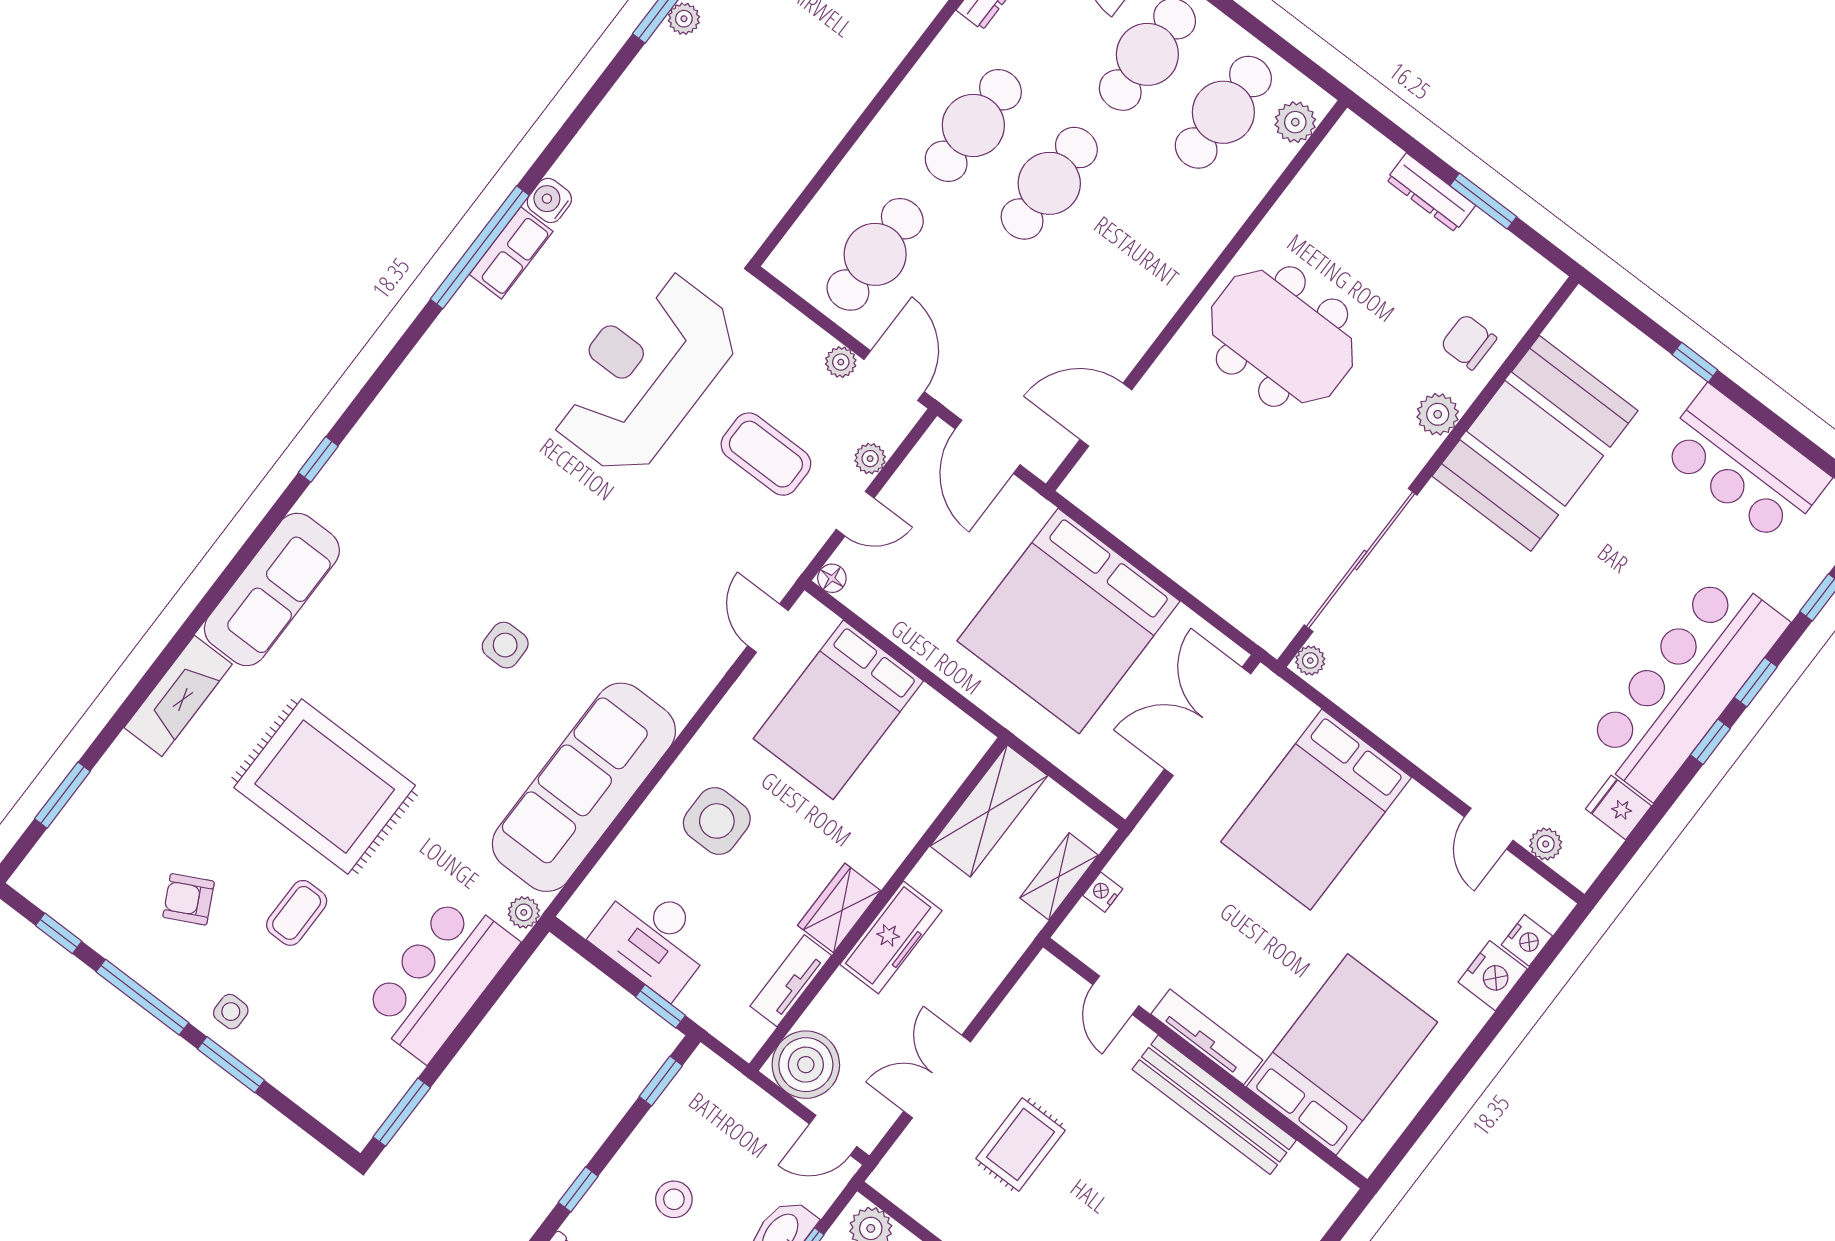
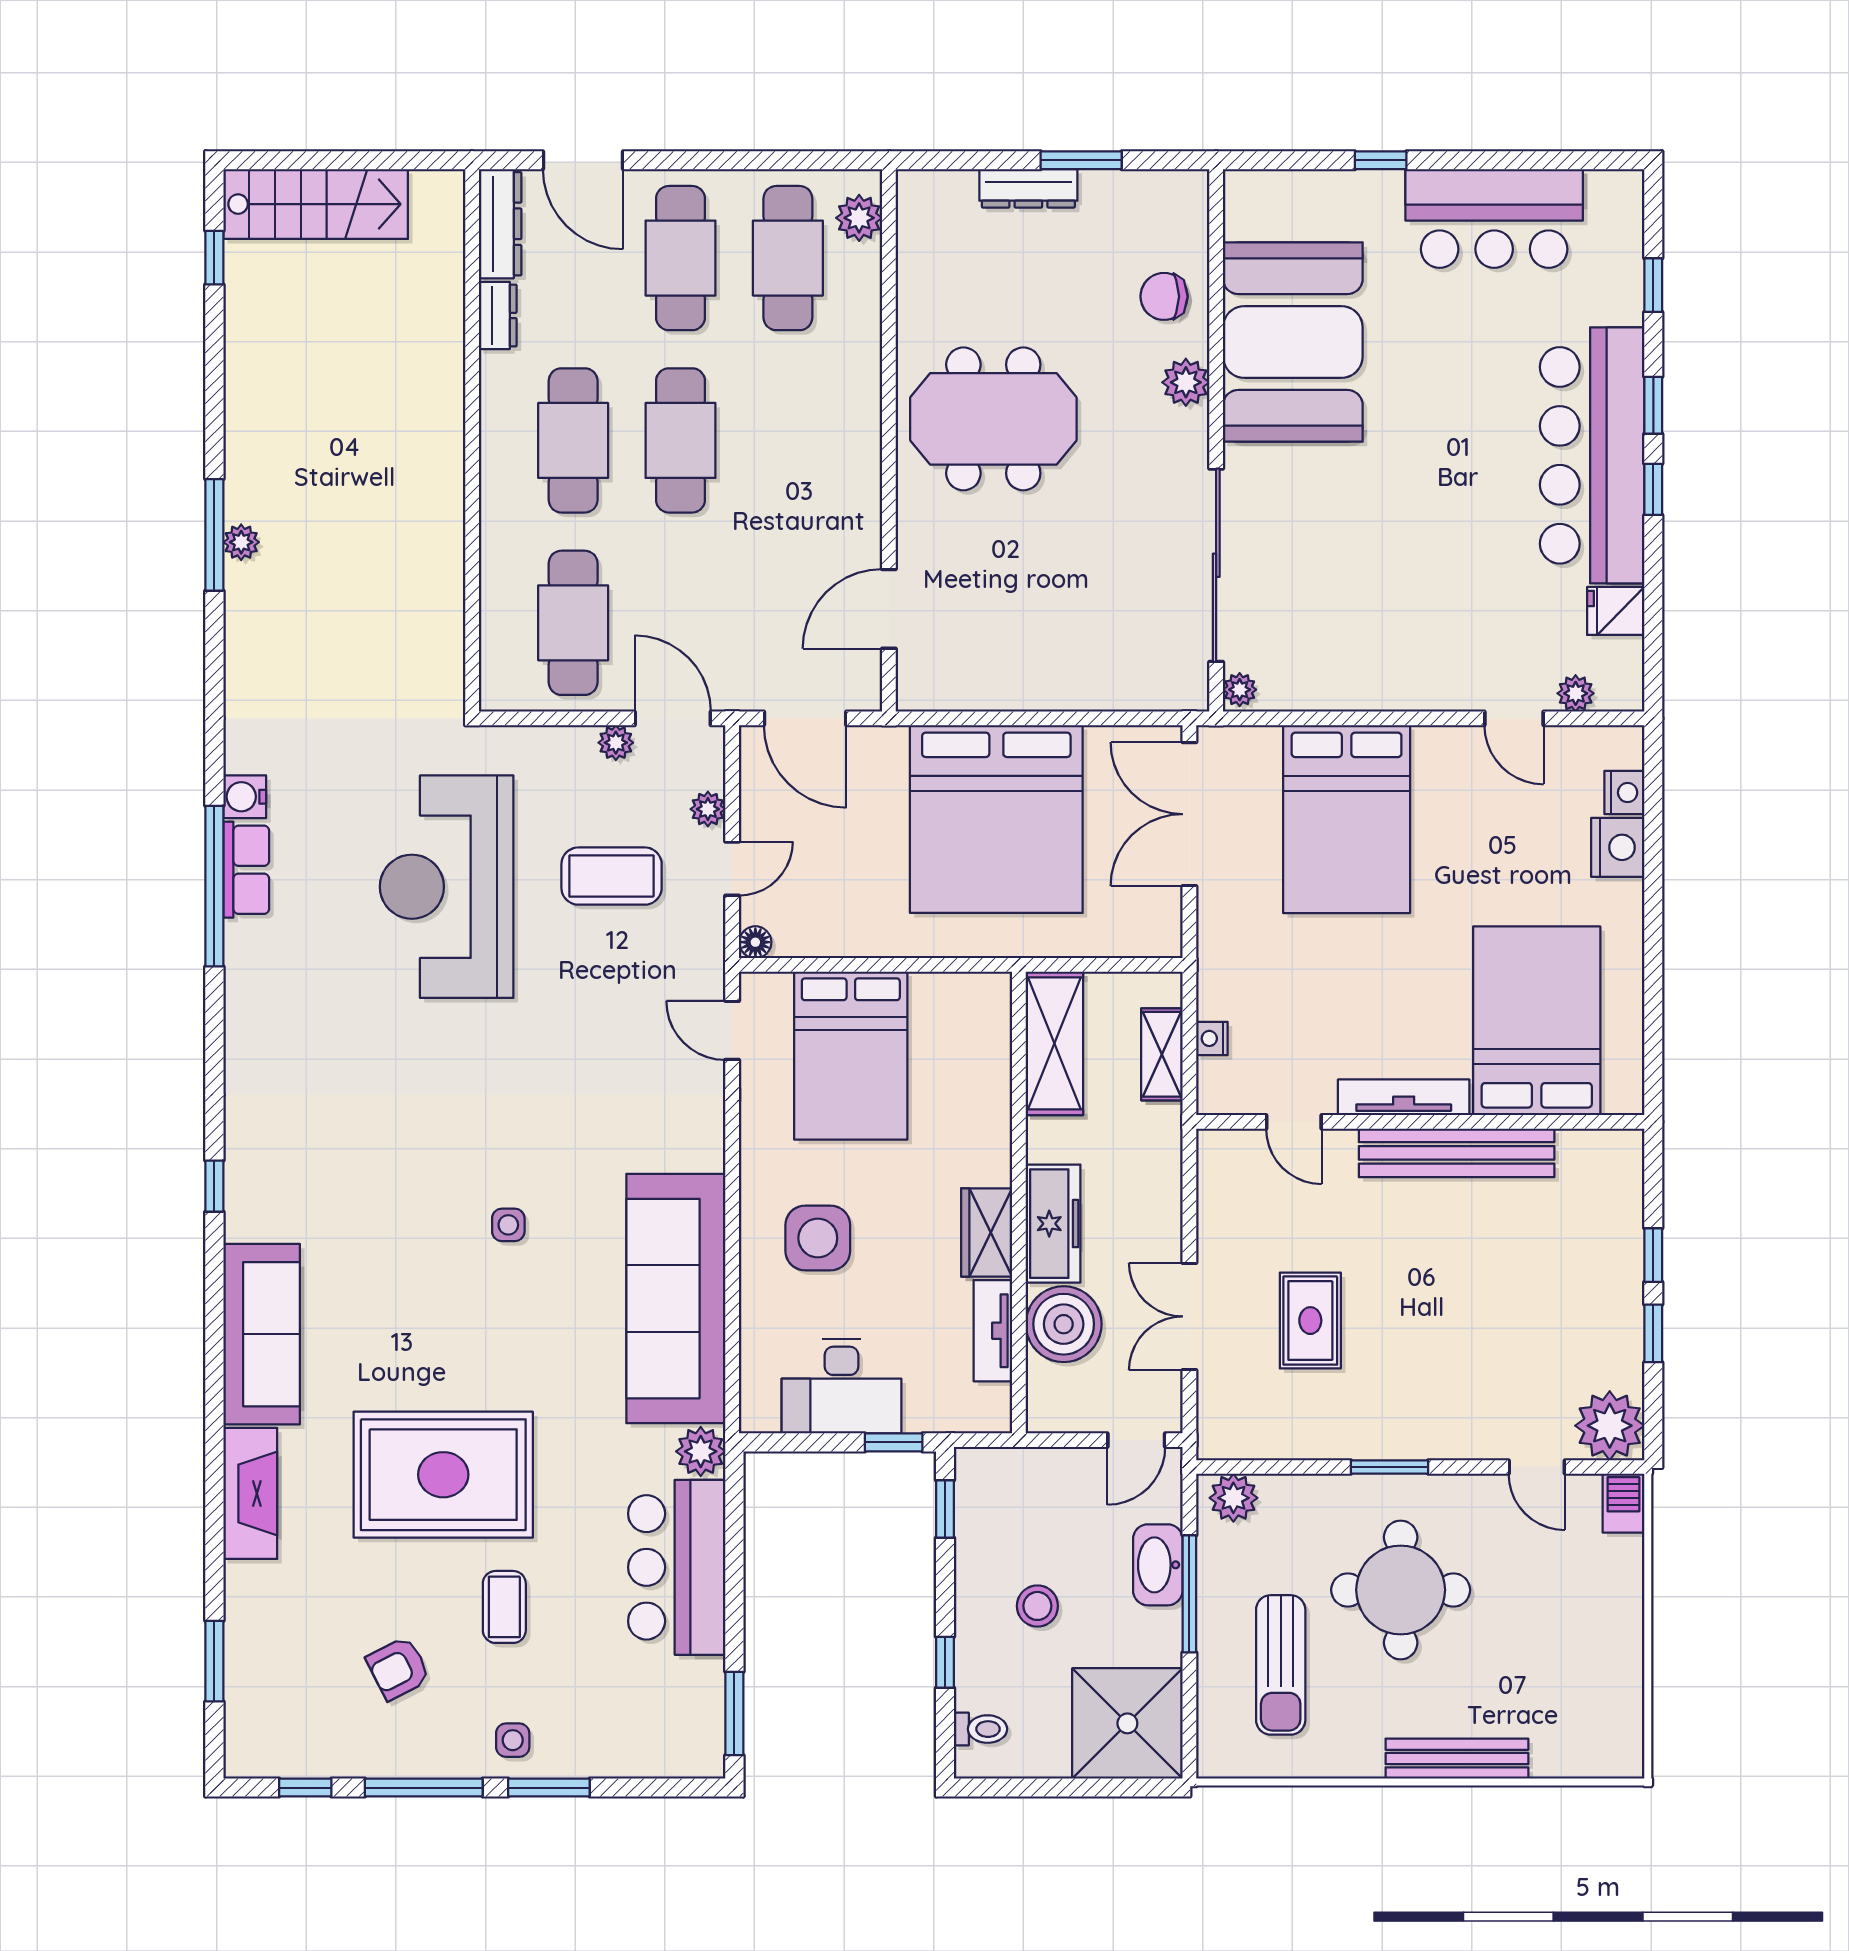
side table: (505, 645) -> (508, 1225), width x0.73, depth x0.73
plant: (524, 912) -> (701, 1451), width x1.38, depth x1.38
boiler: (806, 1065) -> (1064, 1324), moved

